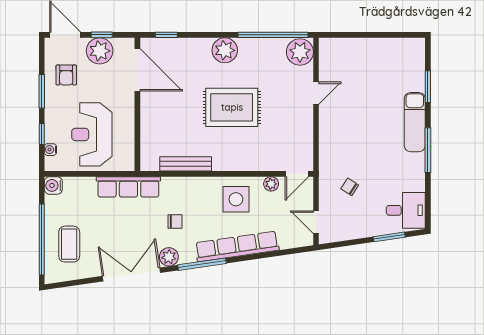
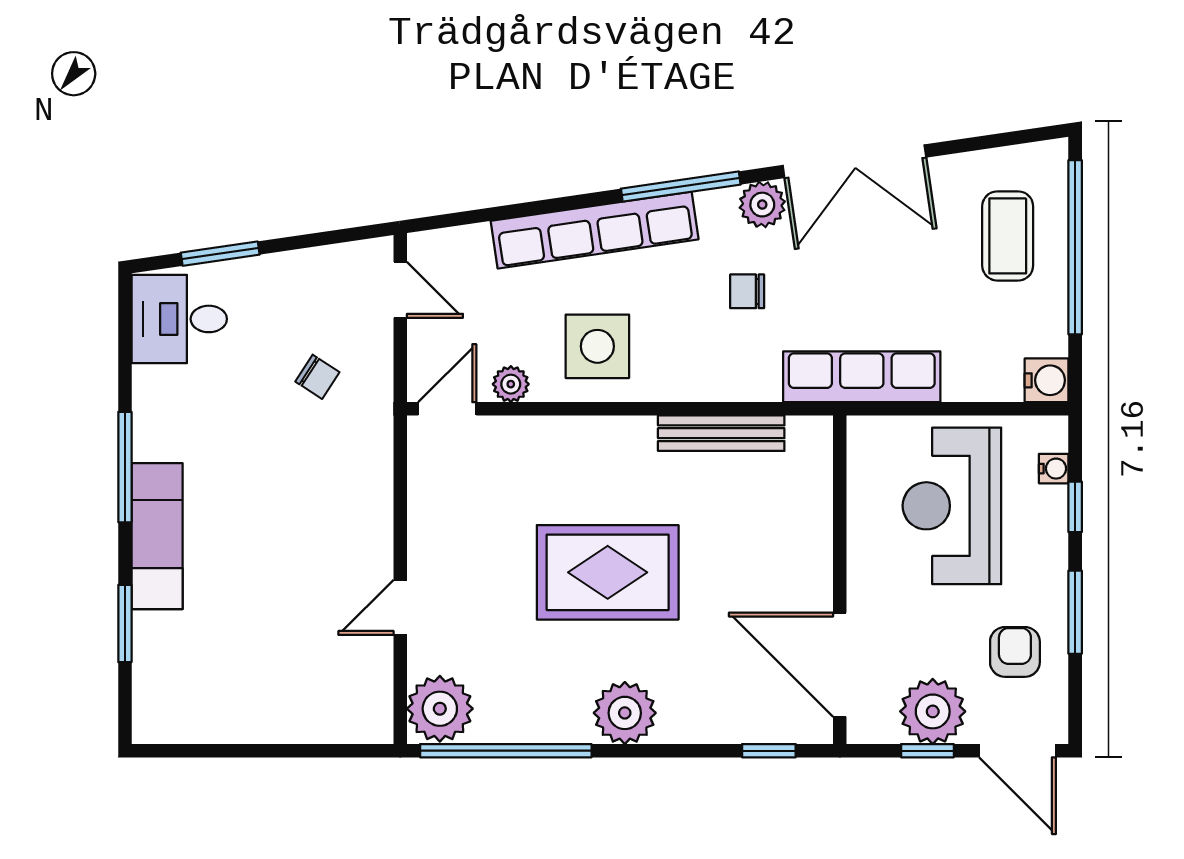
reception desk: (92, 134) -> (952, 506), turned 180

